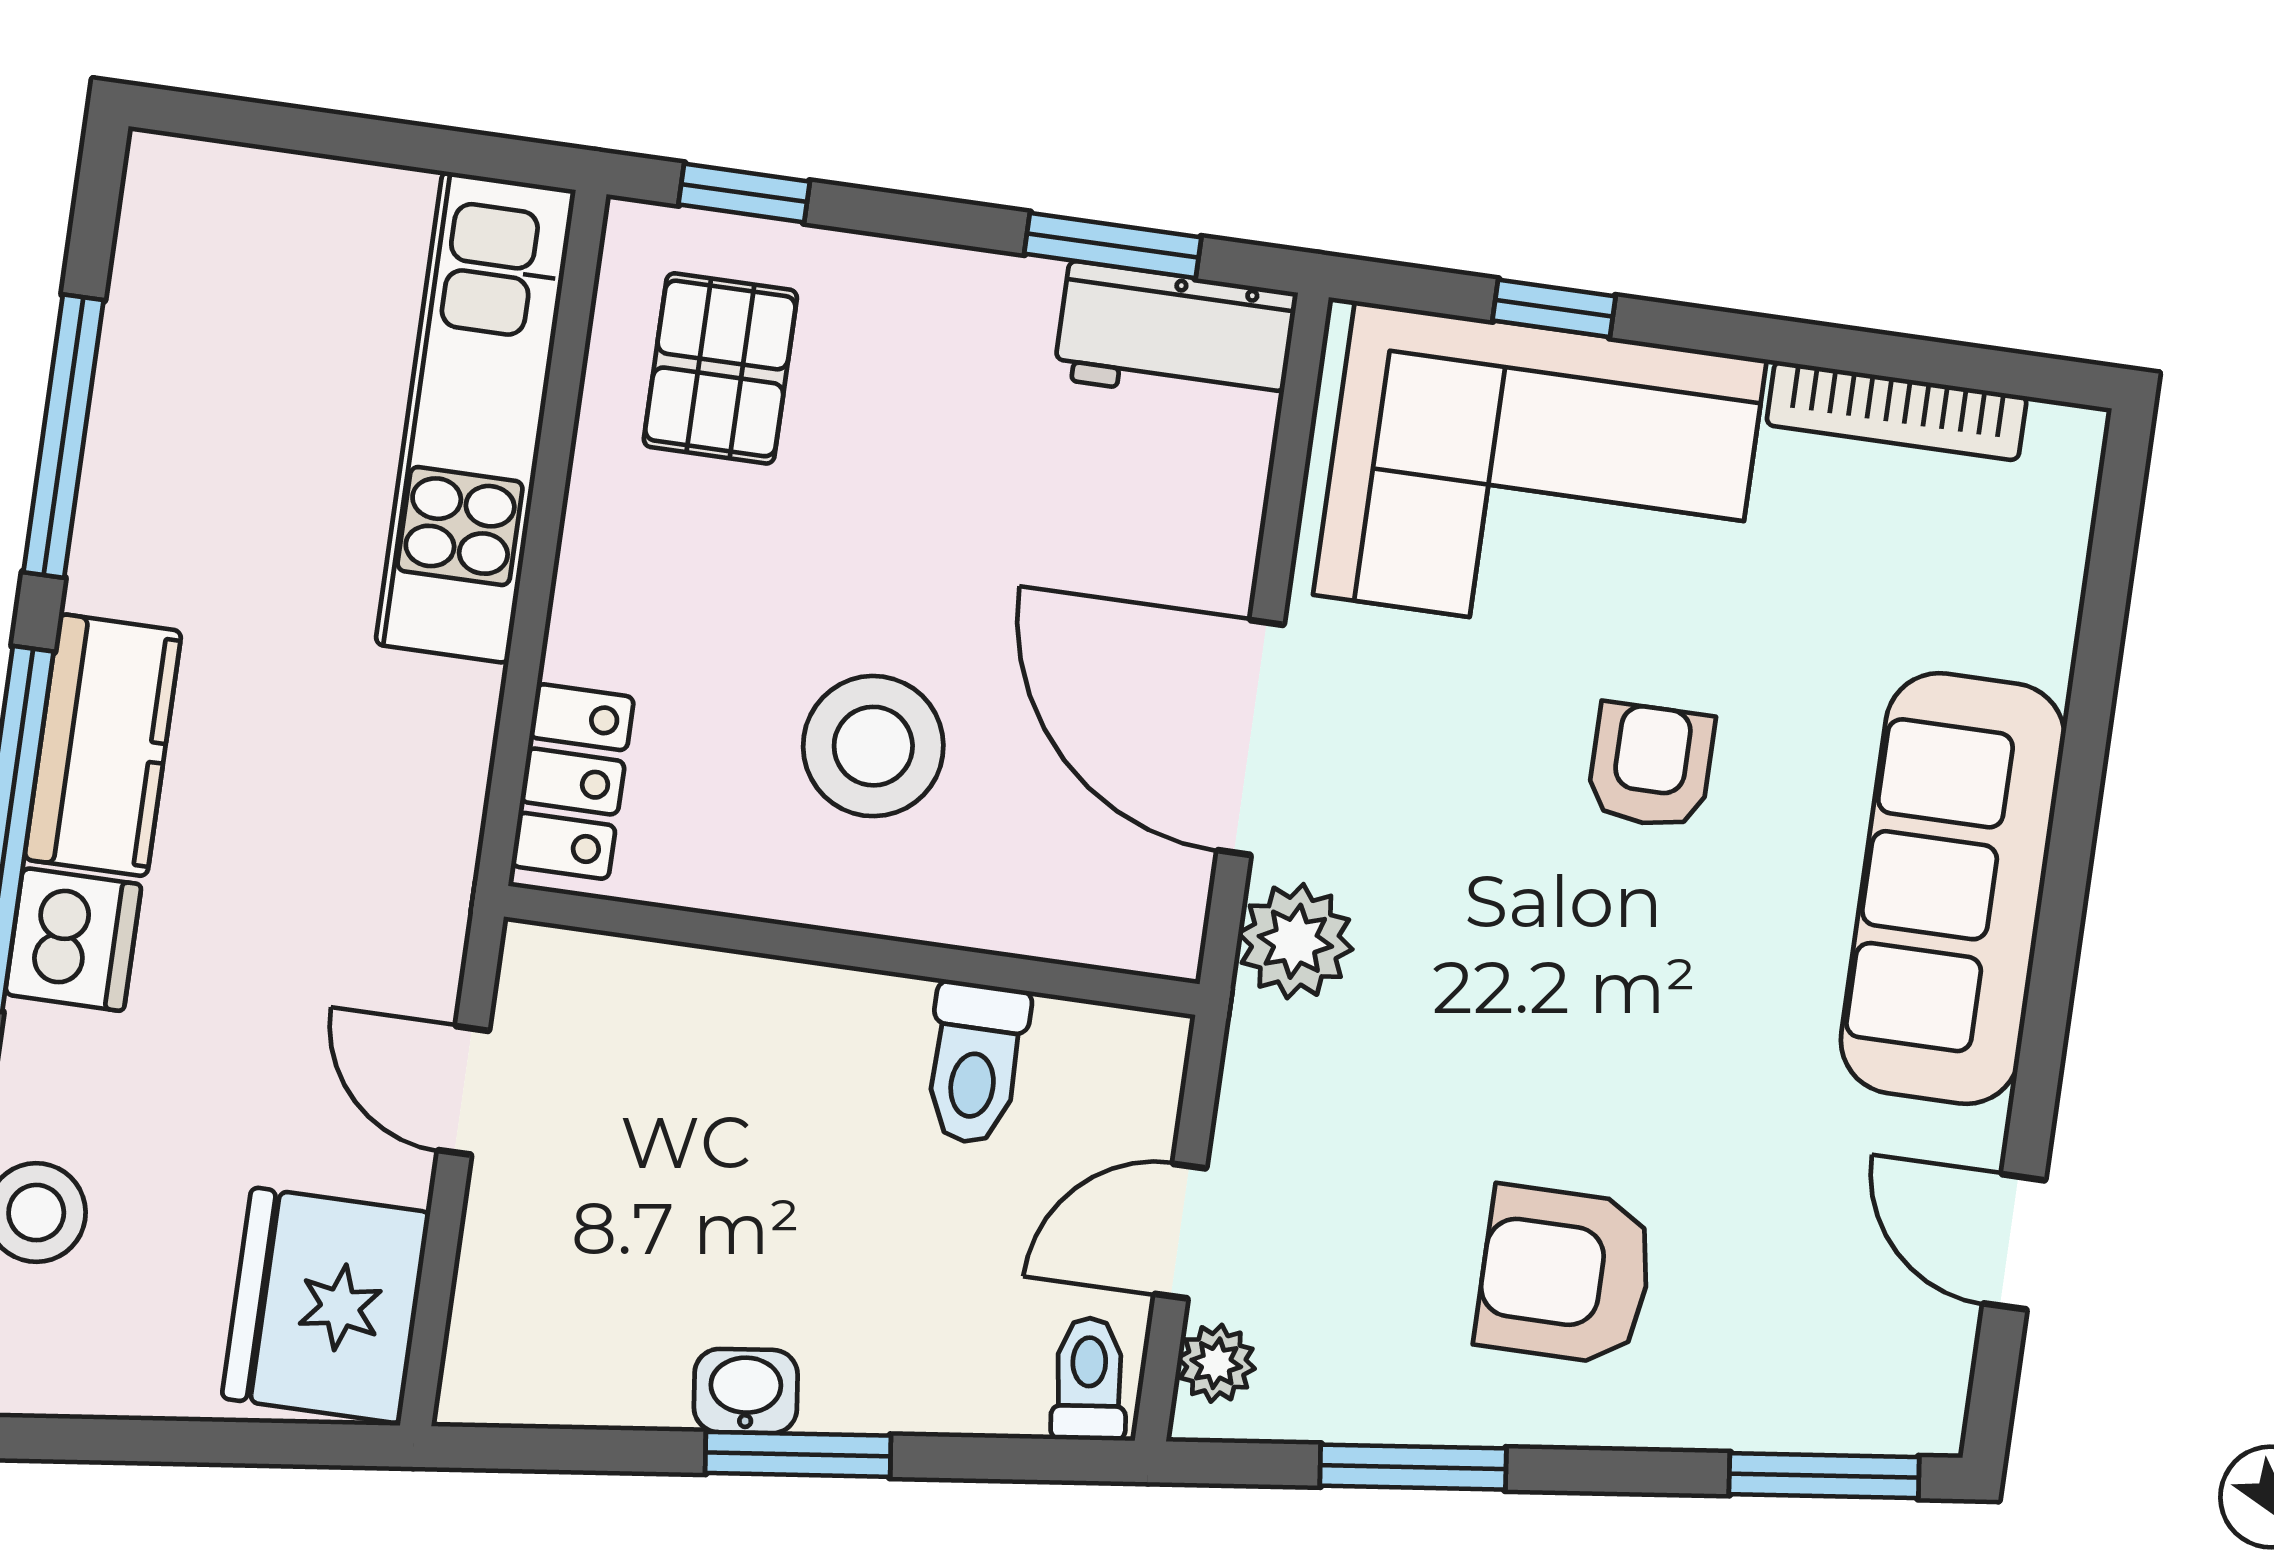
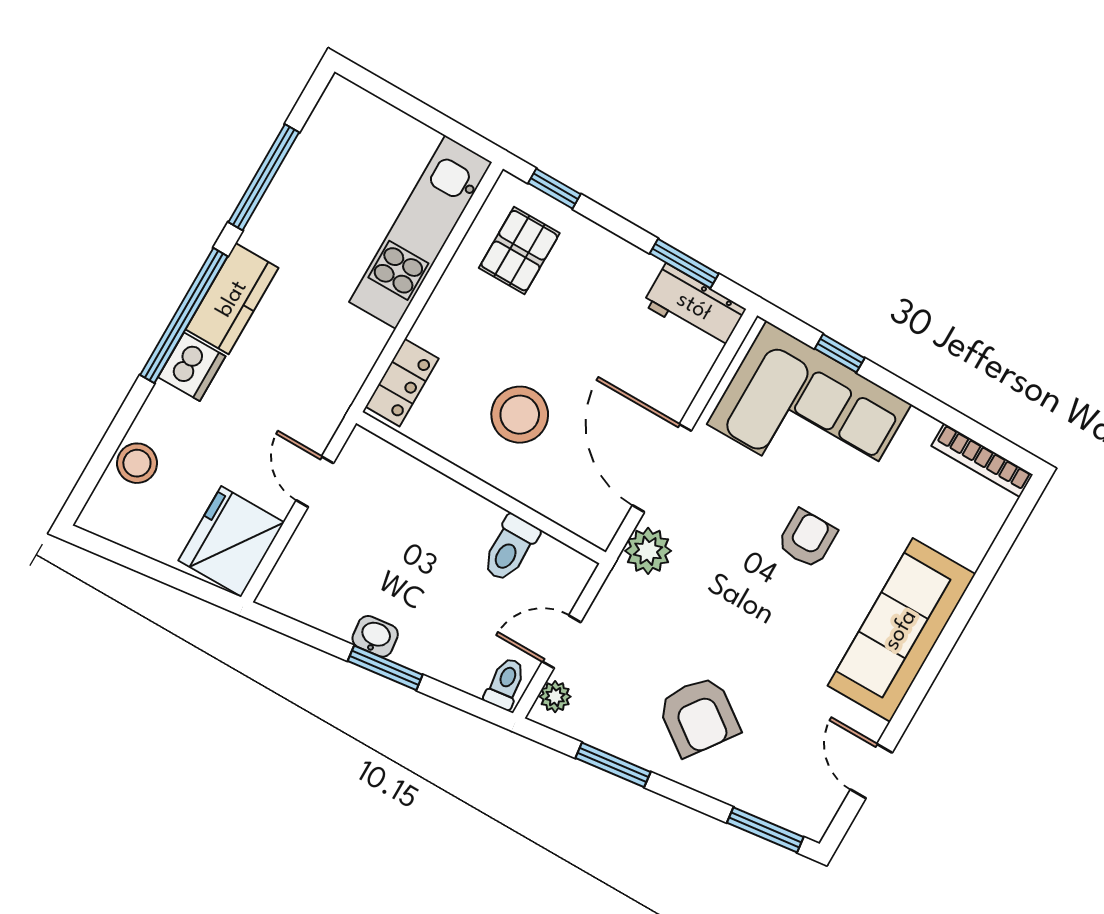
bookcase: (1897, 411) -> (982, 460), moved
armchair: (1565, 1275) -> (699, 716), turned -144

